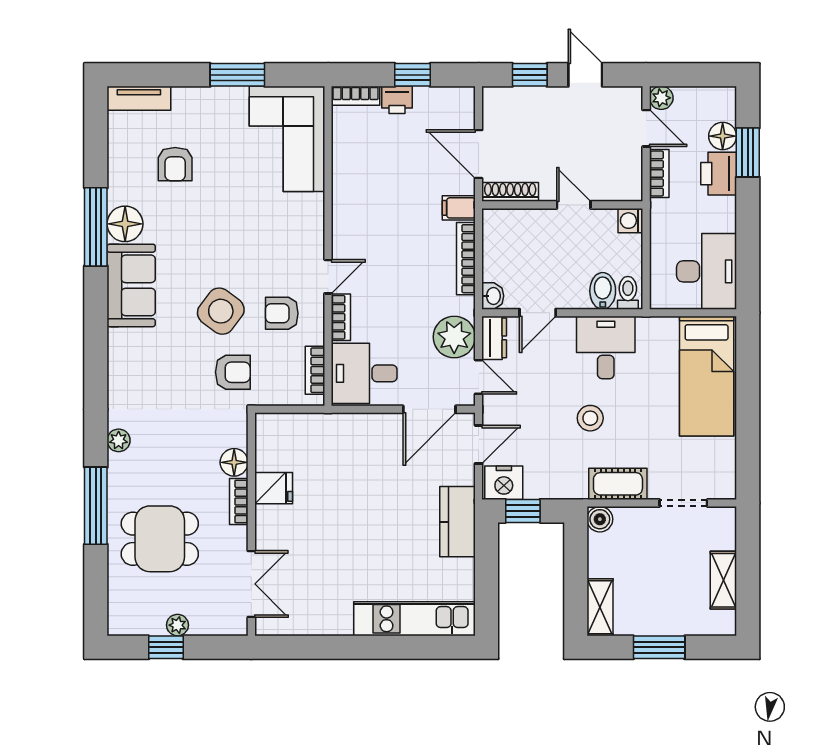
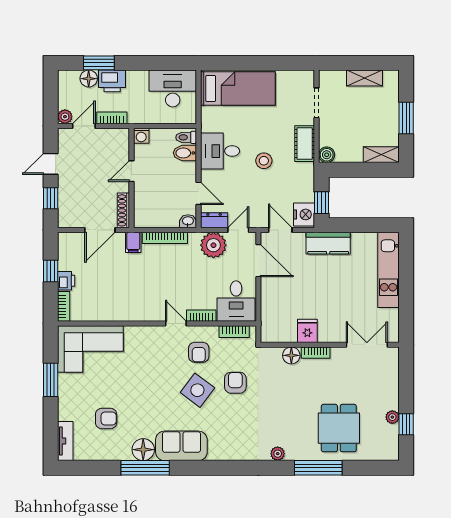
floor lamp: (234, 462) -> (291, 355), moved
fridge: (274, 488) -> (307, 331), moved
bookcase: (239, 502) -> (316, 353), moved
wall: (251, 524) -> (330, 345), moved
double door: (251, 584) -> (367, 345), moved

